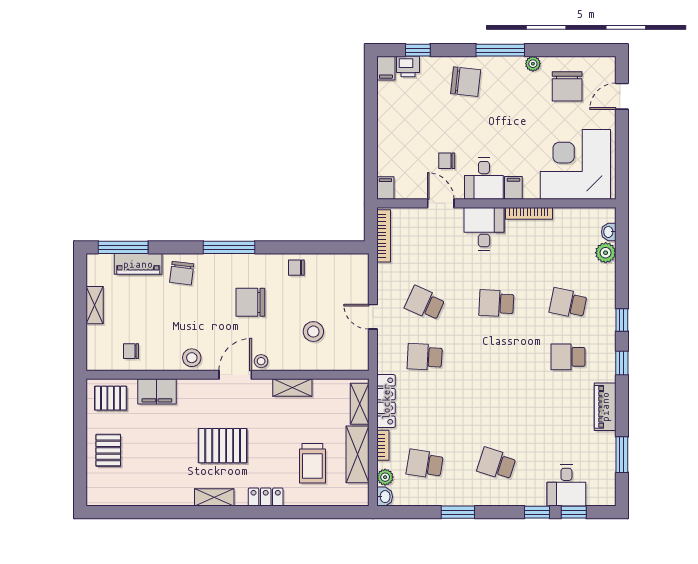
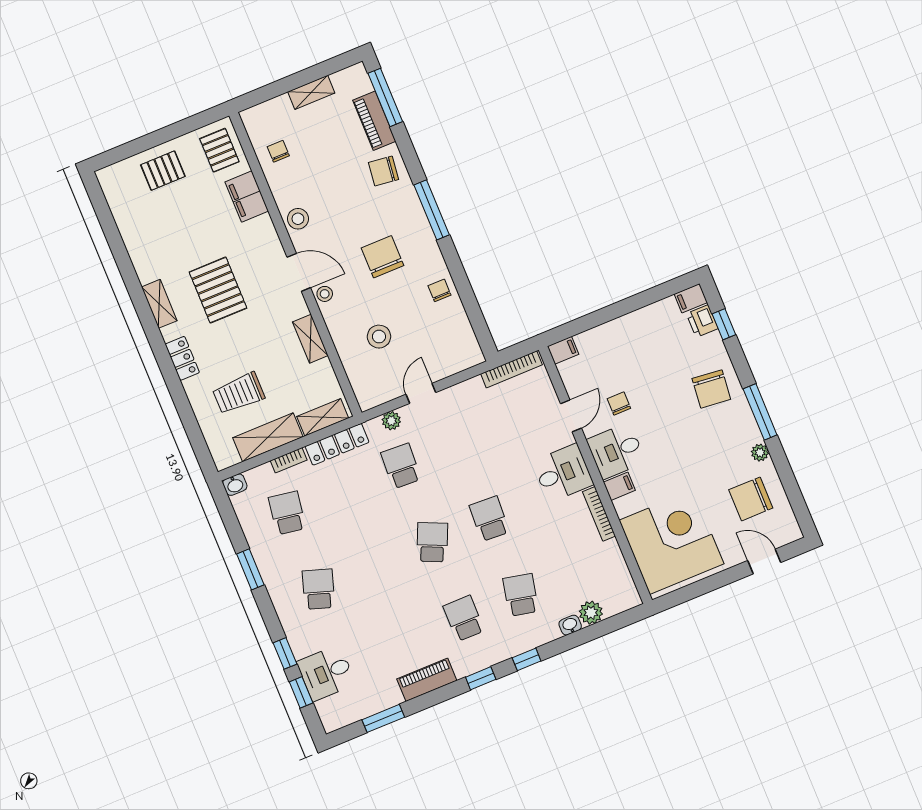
washbasin: (609, 232) -> (570, 625), moved
school desk: (425, 303) -> (432, 542), moved
plant: (385, 477) -> (391, 421), moved

